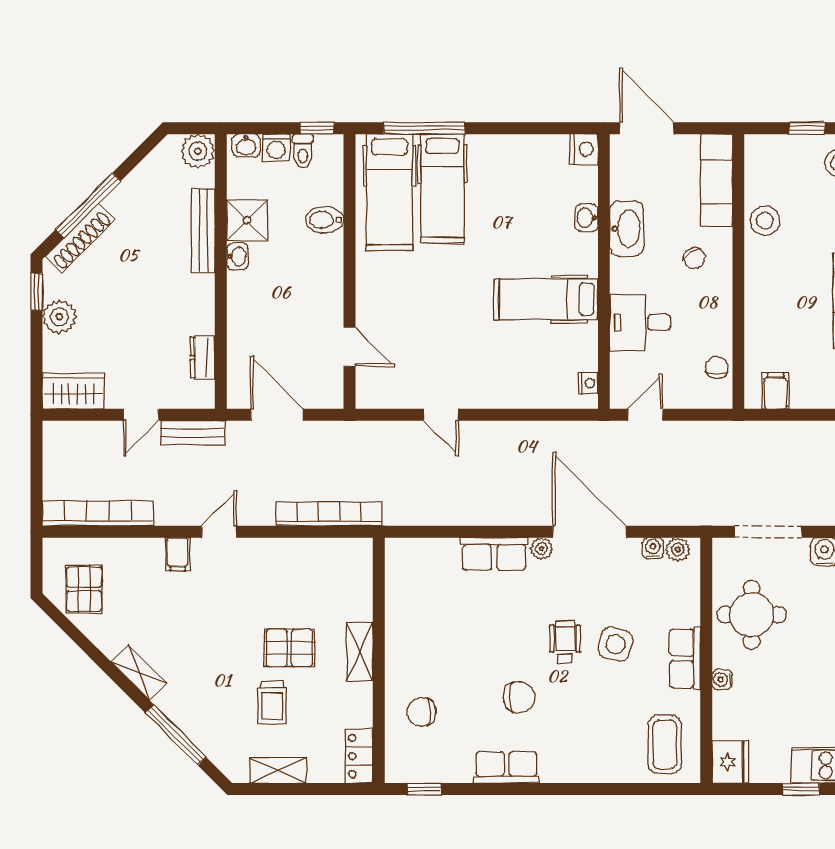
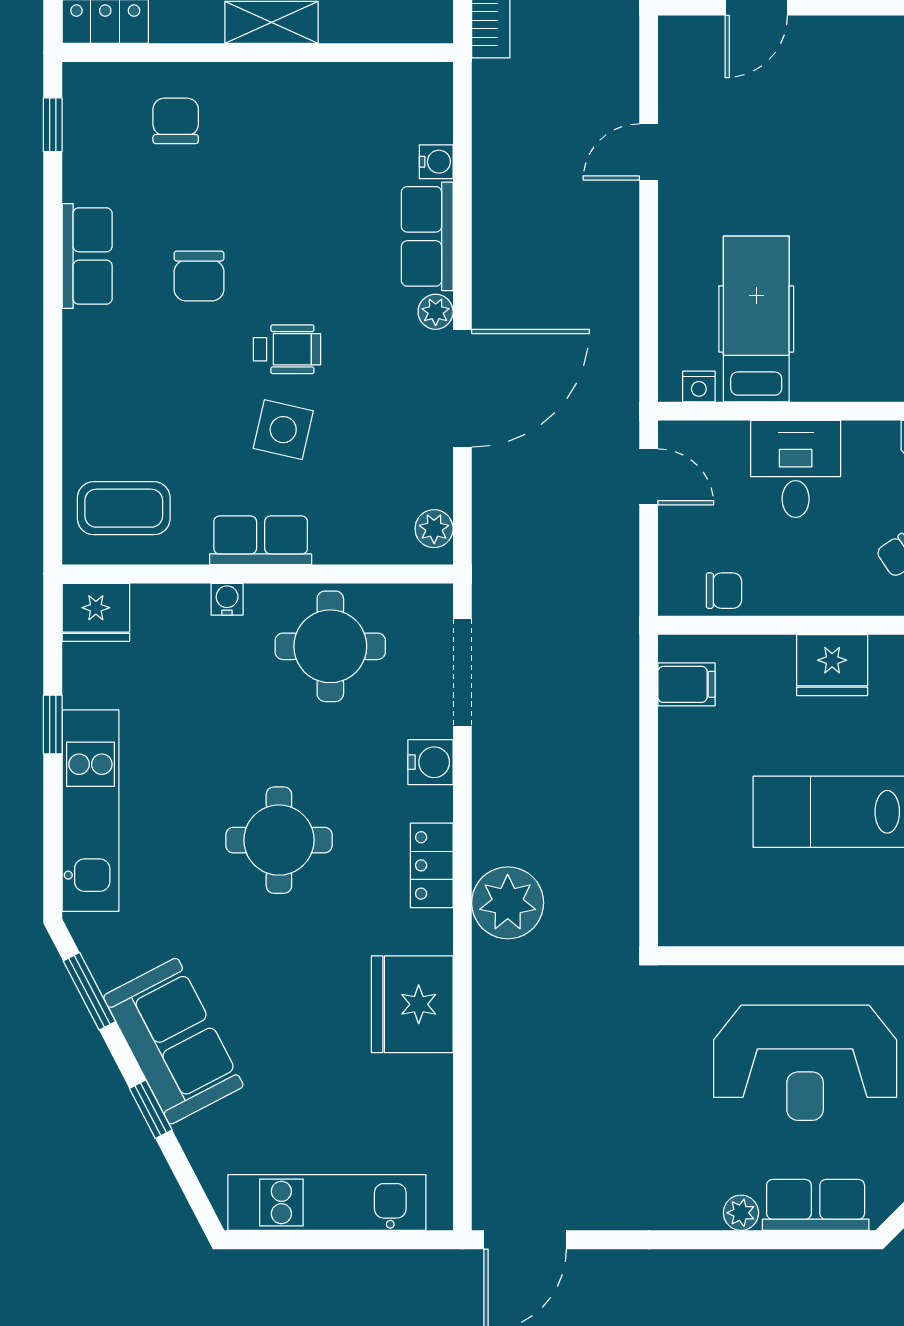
hospital bed: (546, 299) -> (756, 319), moved
fridge: (763, 299) -> (832, 665), added
water cooler: (653, 548) -> (436, 162), moved

